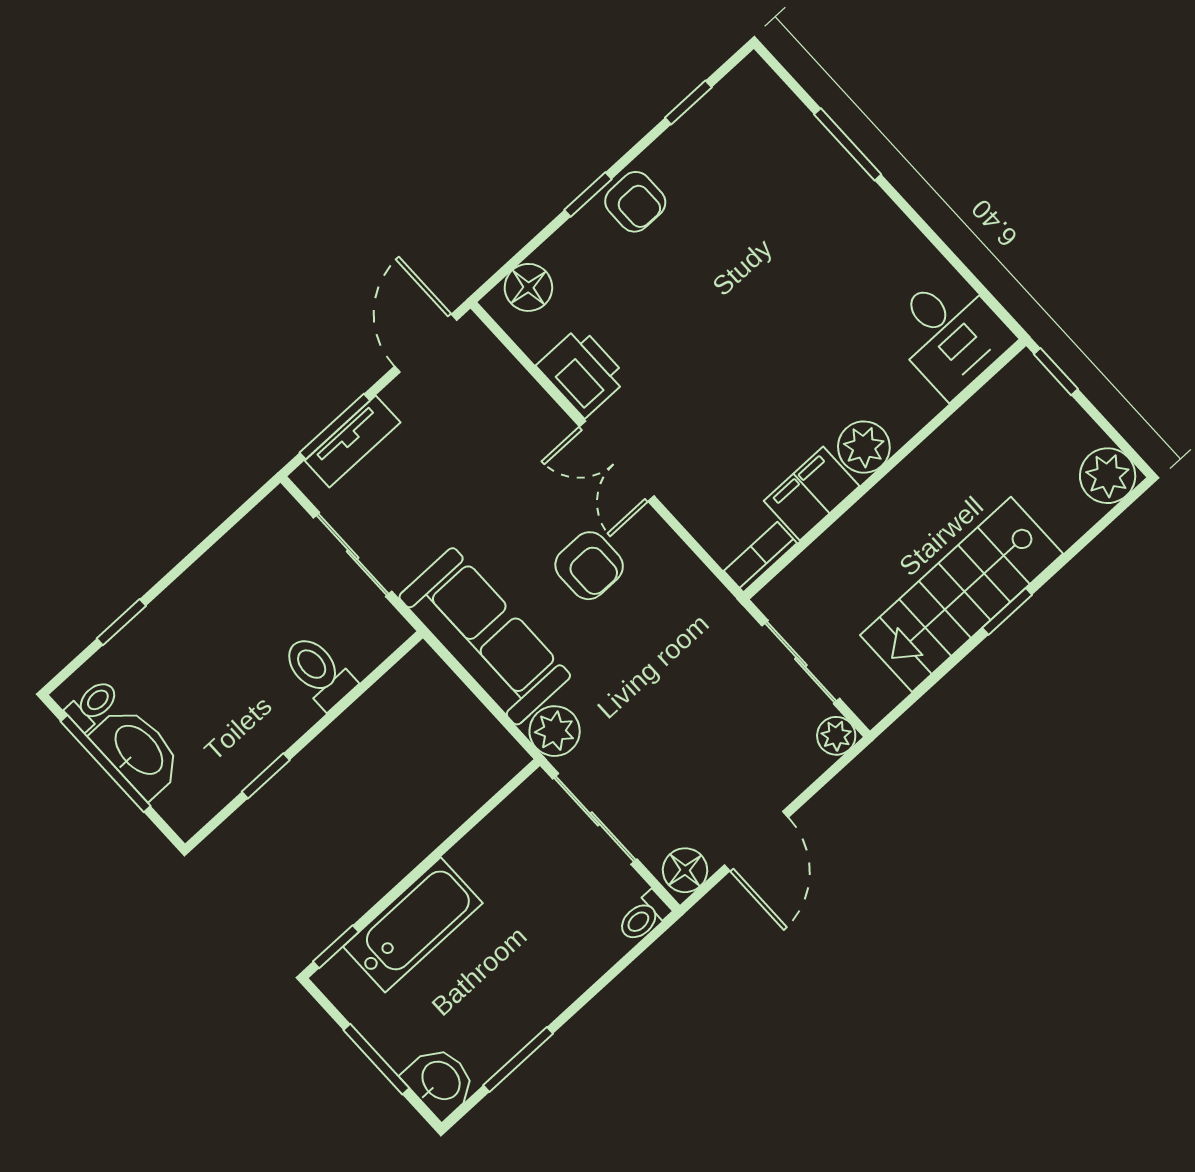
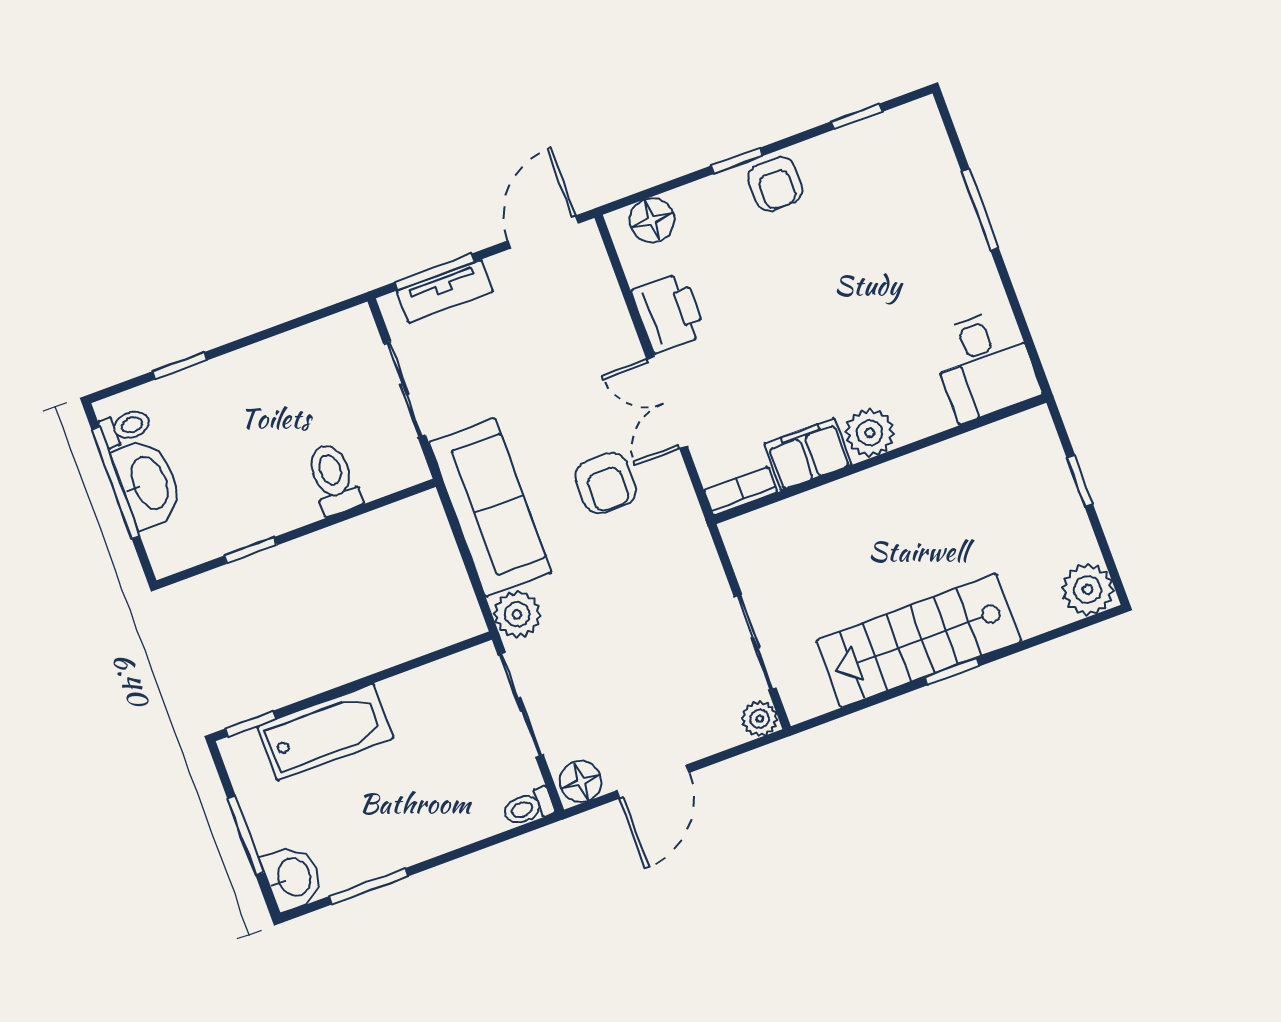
desk: (950, 333) -> (985, 365), moved
plant: (864, 447) -> (870, 433), moved
wall: (885, 469) -> (880, 459), moved
filing cabinet: (812, 493) -> (808, 454), moved
bookcase: (760, 557) -> (741, 491), moved

